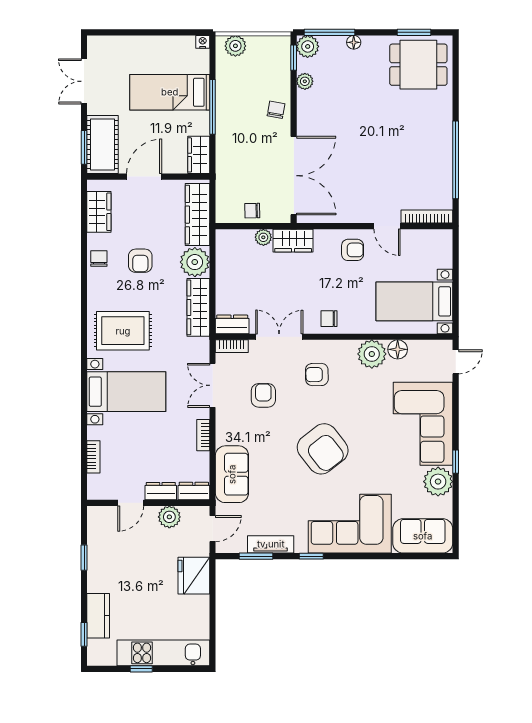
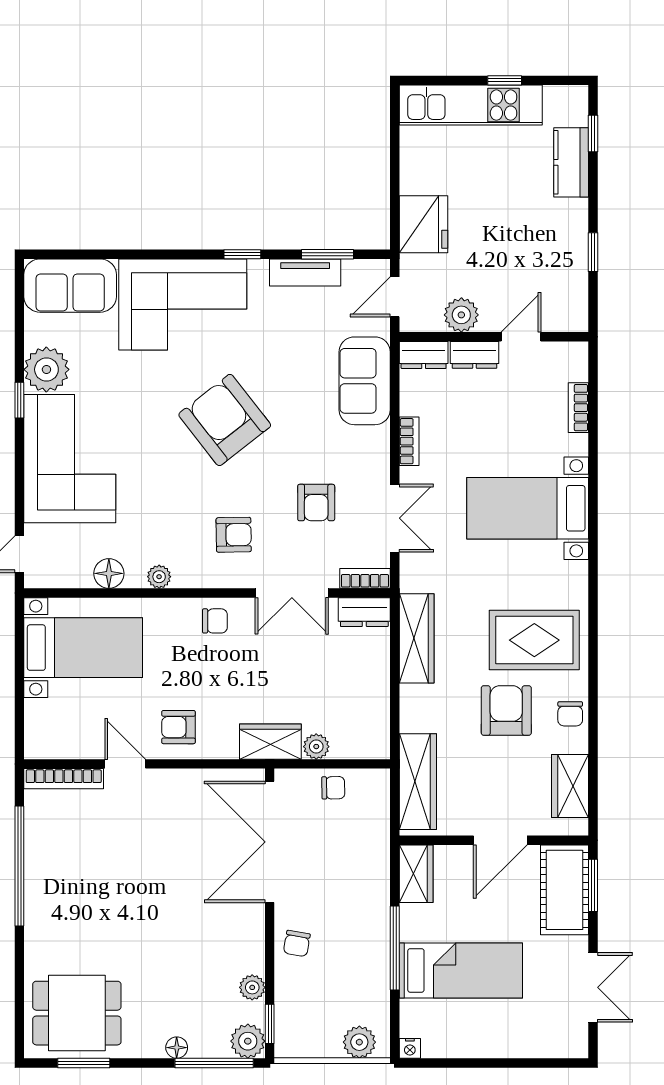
armchair: (140, 261) -> (506, 710), width x1.38, depth x1.38
plant: (195, 262) -> (422, 708), removed
rug: (123, 331) -> (534, 640), moved
plant: (372, 354) -> (159, 577), width x0.53, depth x0.53

